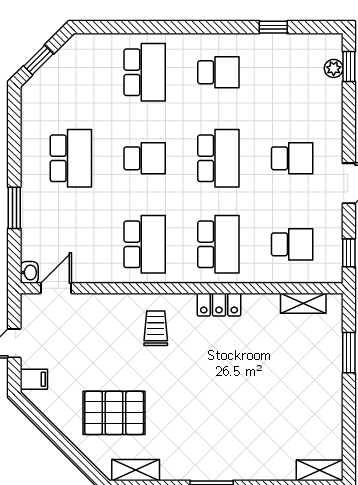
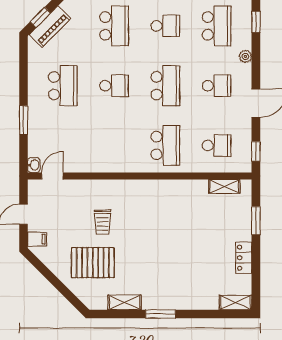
plant: (334, 68) -> (245, 56), moved
piano: (52, 73) -> (50, 27), added
school desk: (145, 244) -> (217, 26), moved
locker: (219, 305) -> (244, 258), moved, turned 90
trolley: (156, 328) -> (103, 222), moved, turned 180
shelving: (136, 470) -> (125, 302), moved

